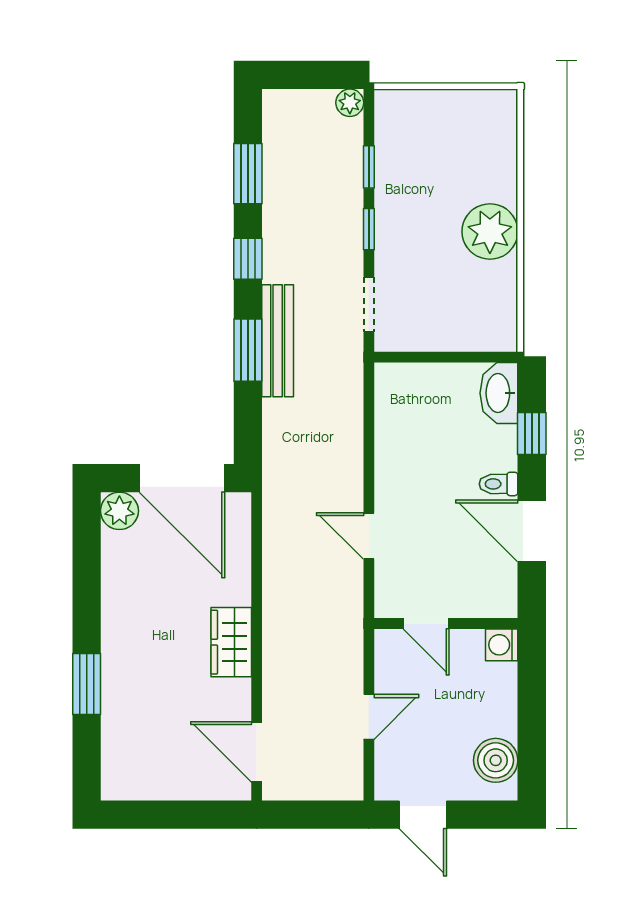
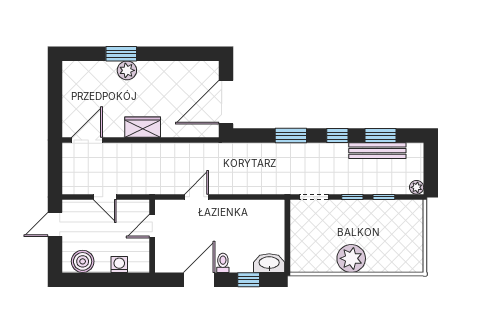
bench: (278, 341) -> (377, 151), moved
plant: (119, 511) -> (127, 70), moved
washing machine: (502, 645) -> (119, 264), moved

